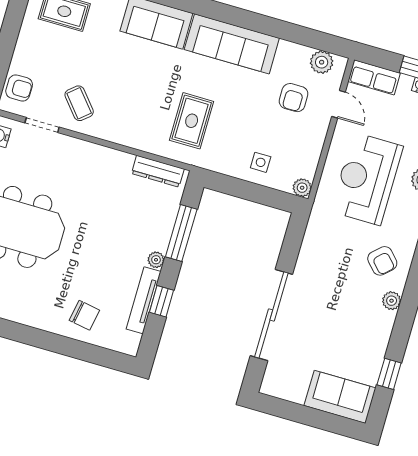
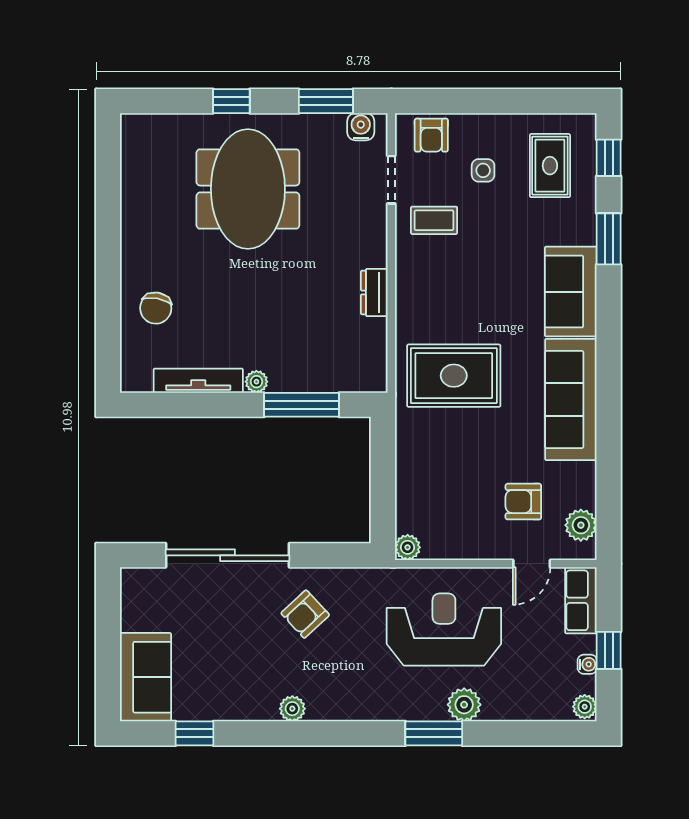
coffee table: (79, 103) -> (434, 220), turned 40
rug: (192, 121) -> (454, 376), width x1.36, depth x1.43
side table: (261, 162) -> (483, 170), moved
dresser: (158, 171) -> (374, 292), moved, width x0.70
armchair: (382, 261) -> (305, 614), moved
window: (161, 301) -> (204, 405), removed

